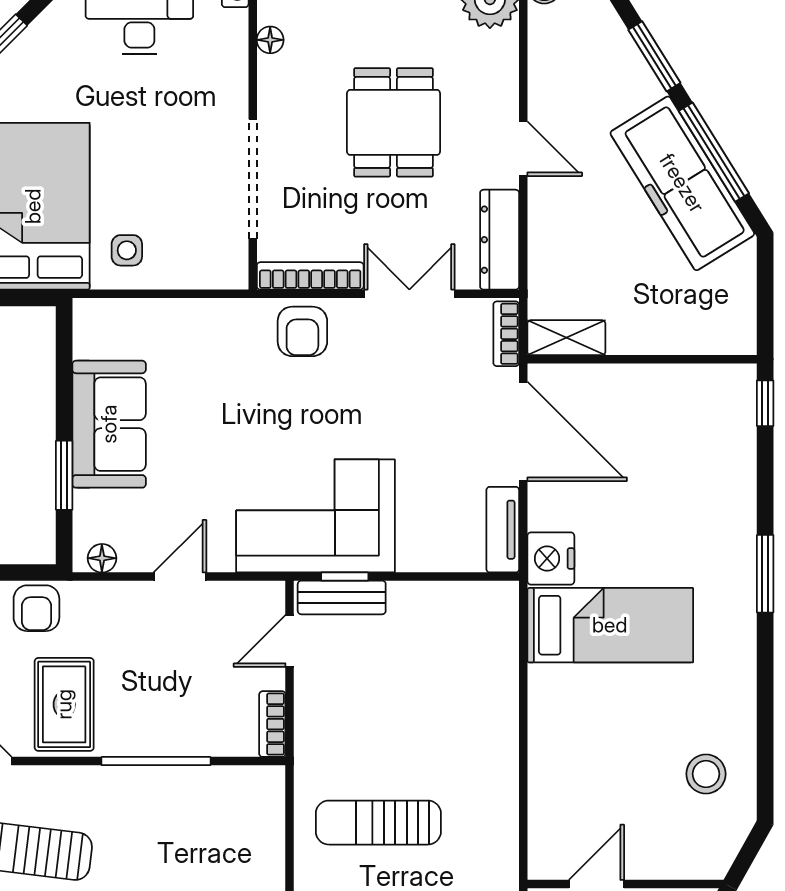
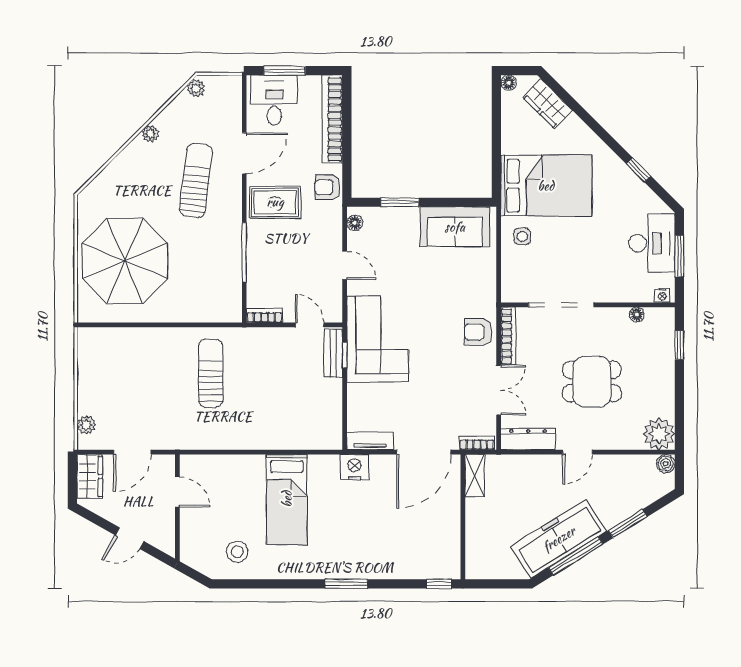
sofa: (109, 424) -> (455, 227), moved
bed: (610, 625) -> (287, 499), moved

